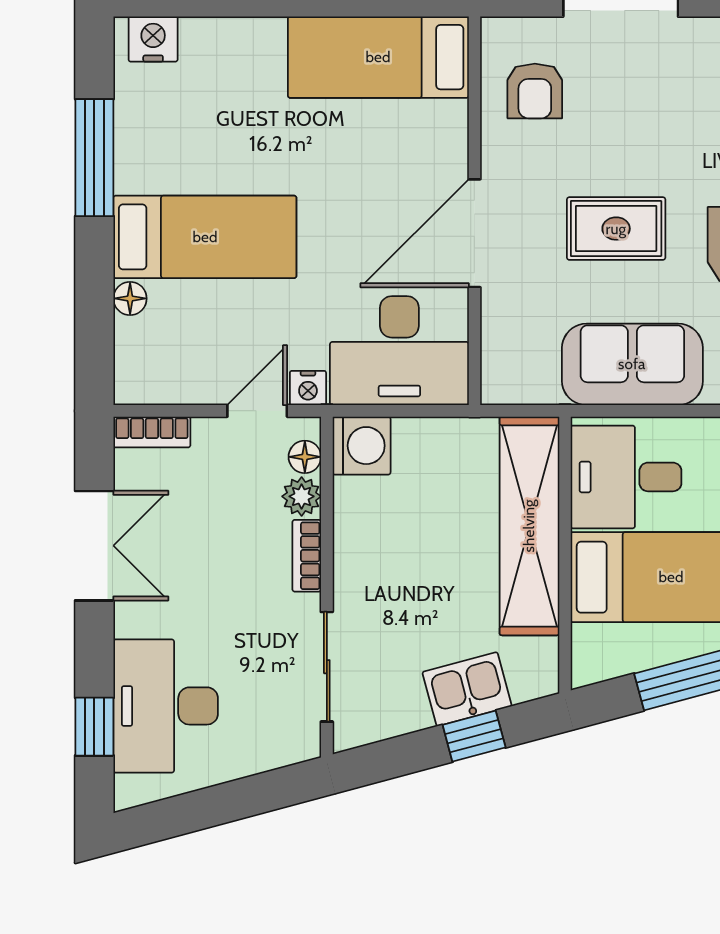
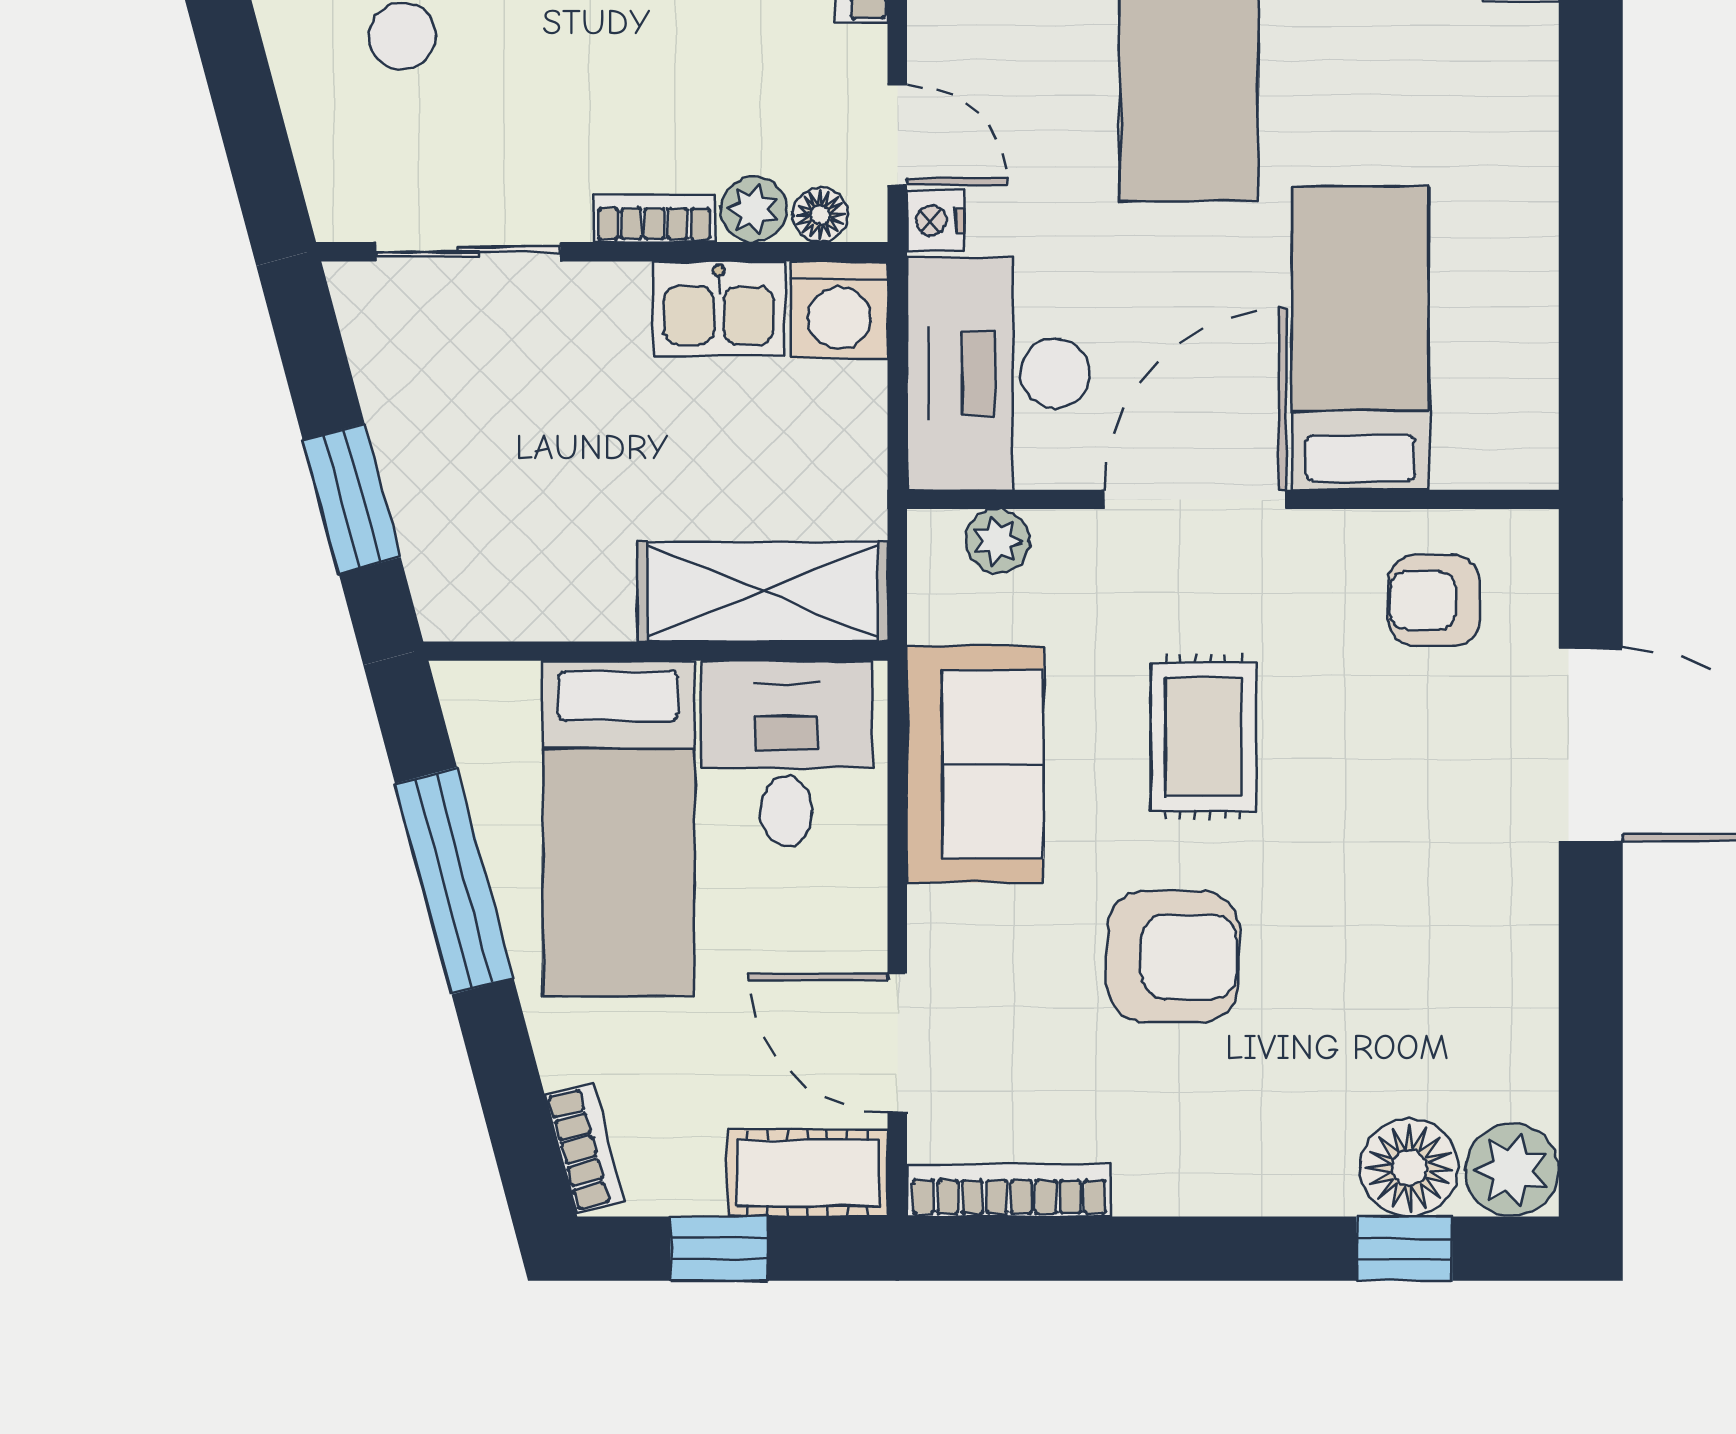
bed: (378, 57) -> (1360, 338), moved
door: (474, 233) -> (1195, 499), hinge flipped
plant: (499, 351) -> (998, 541), added
shelving: (529, 526) -> (763, 592), width x0.68
kitchen sink: (467, 689) -> (719, 309), moved, turned 105
window: (474, 736) -> (352, 499), width x1.50

